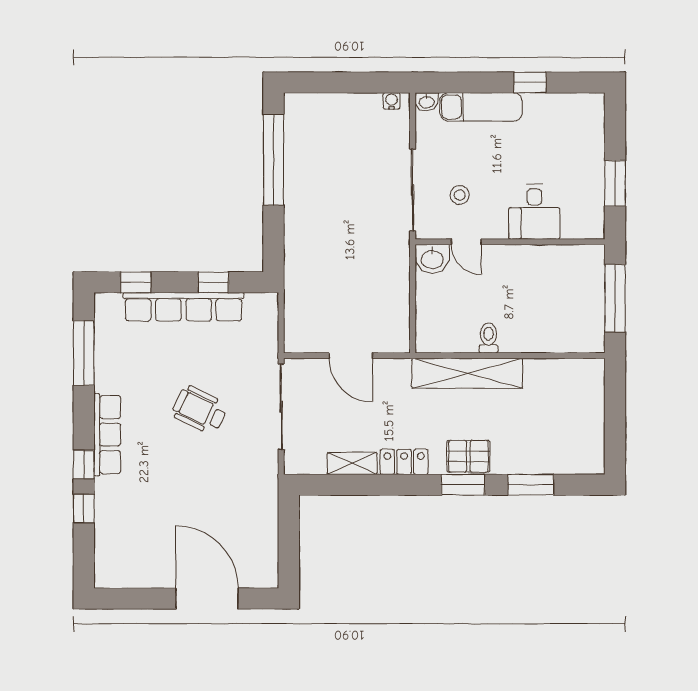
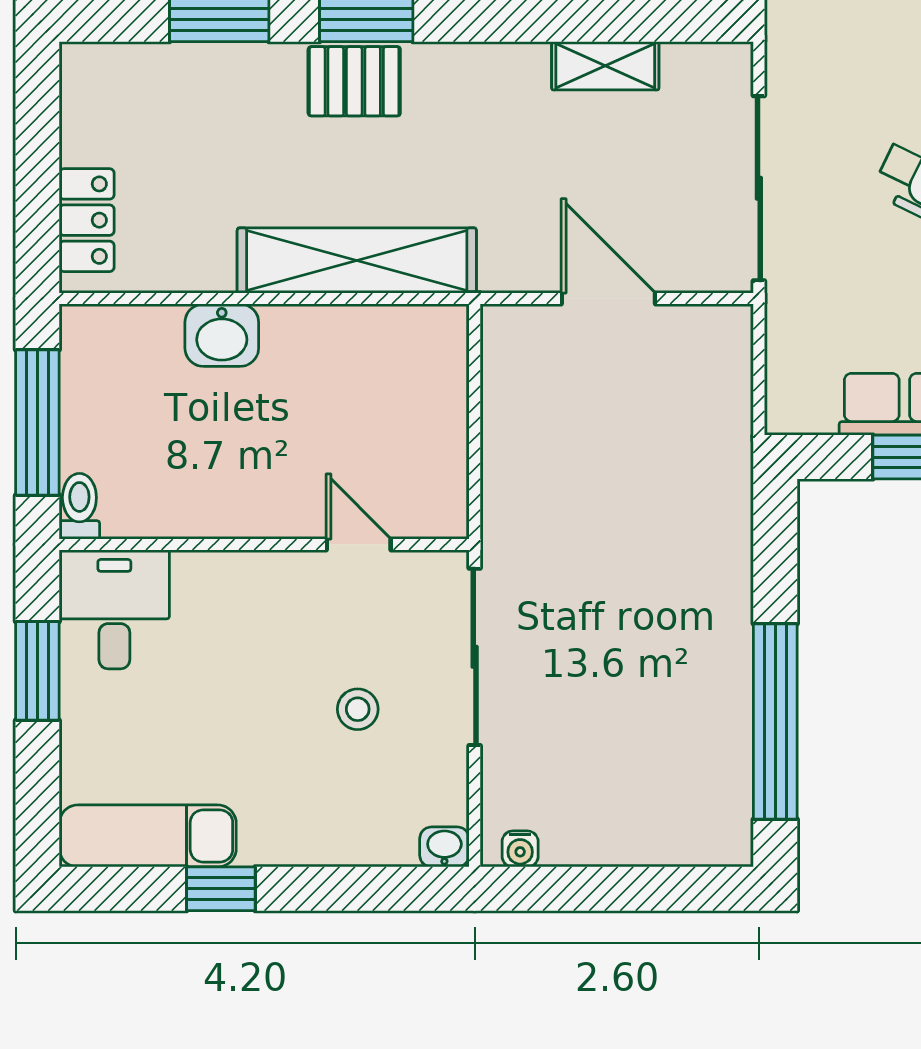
exam couch: (481, 107) -> (148, 836), moved
stool: (460, 195) -> (358, 709), moved
desk: (534, 212) -> (114, 609), moved
washbasin: (432, 259) -> (222, 335), moved, turned 180
toilet: (489, 338) -> (79, 506), moved, turned 180
locker: (404, 462) -> (87, 220), moved, turned -90

